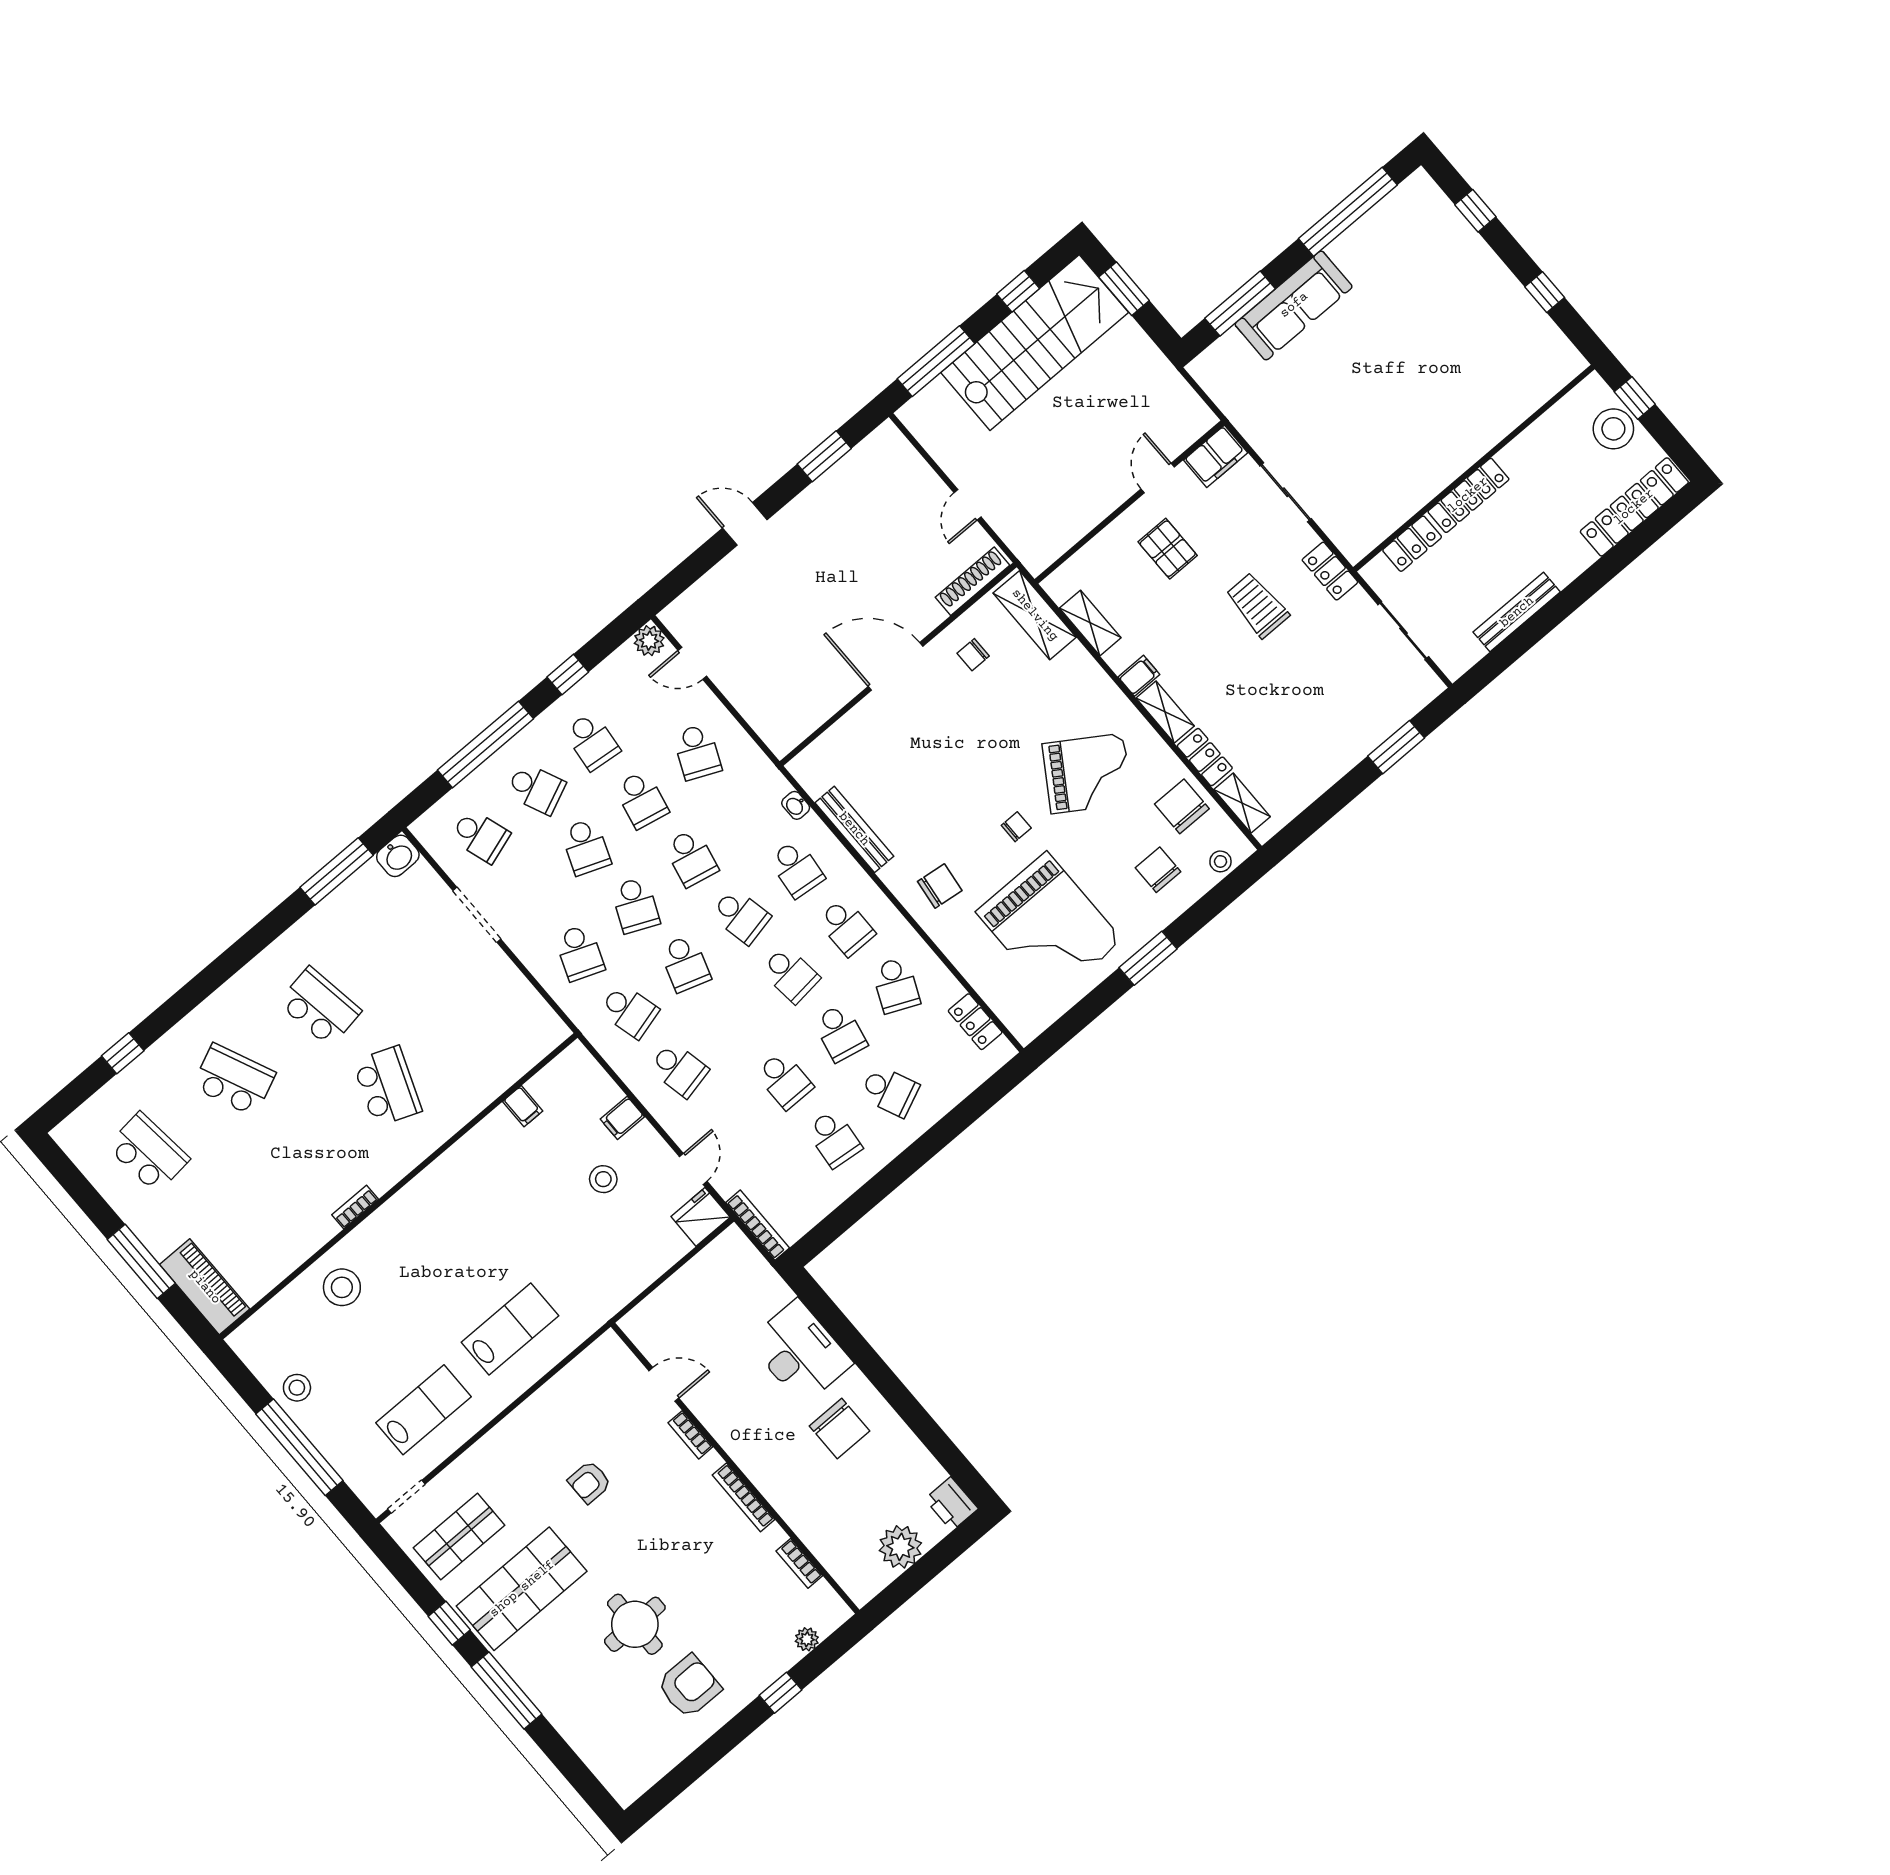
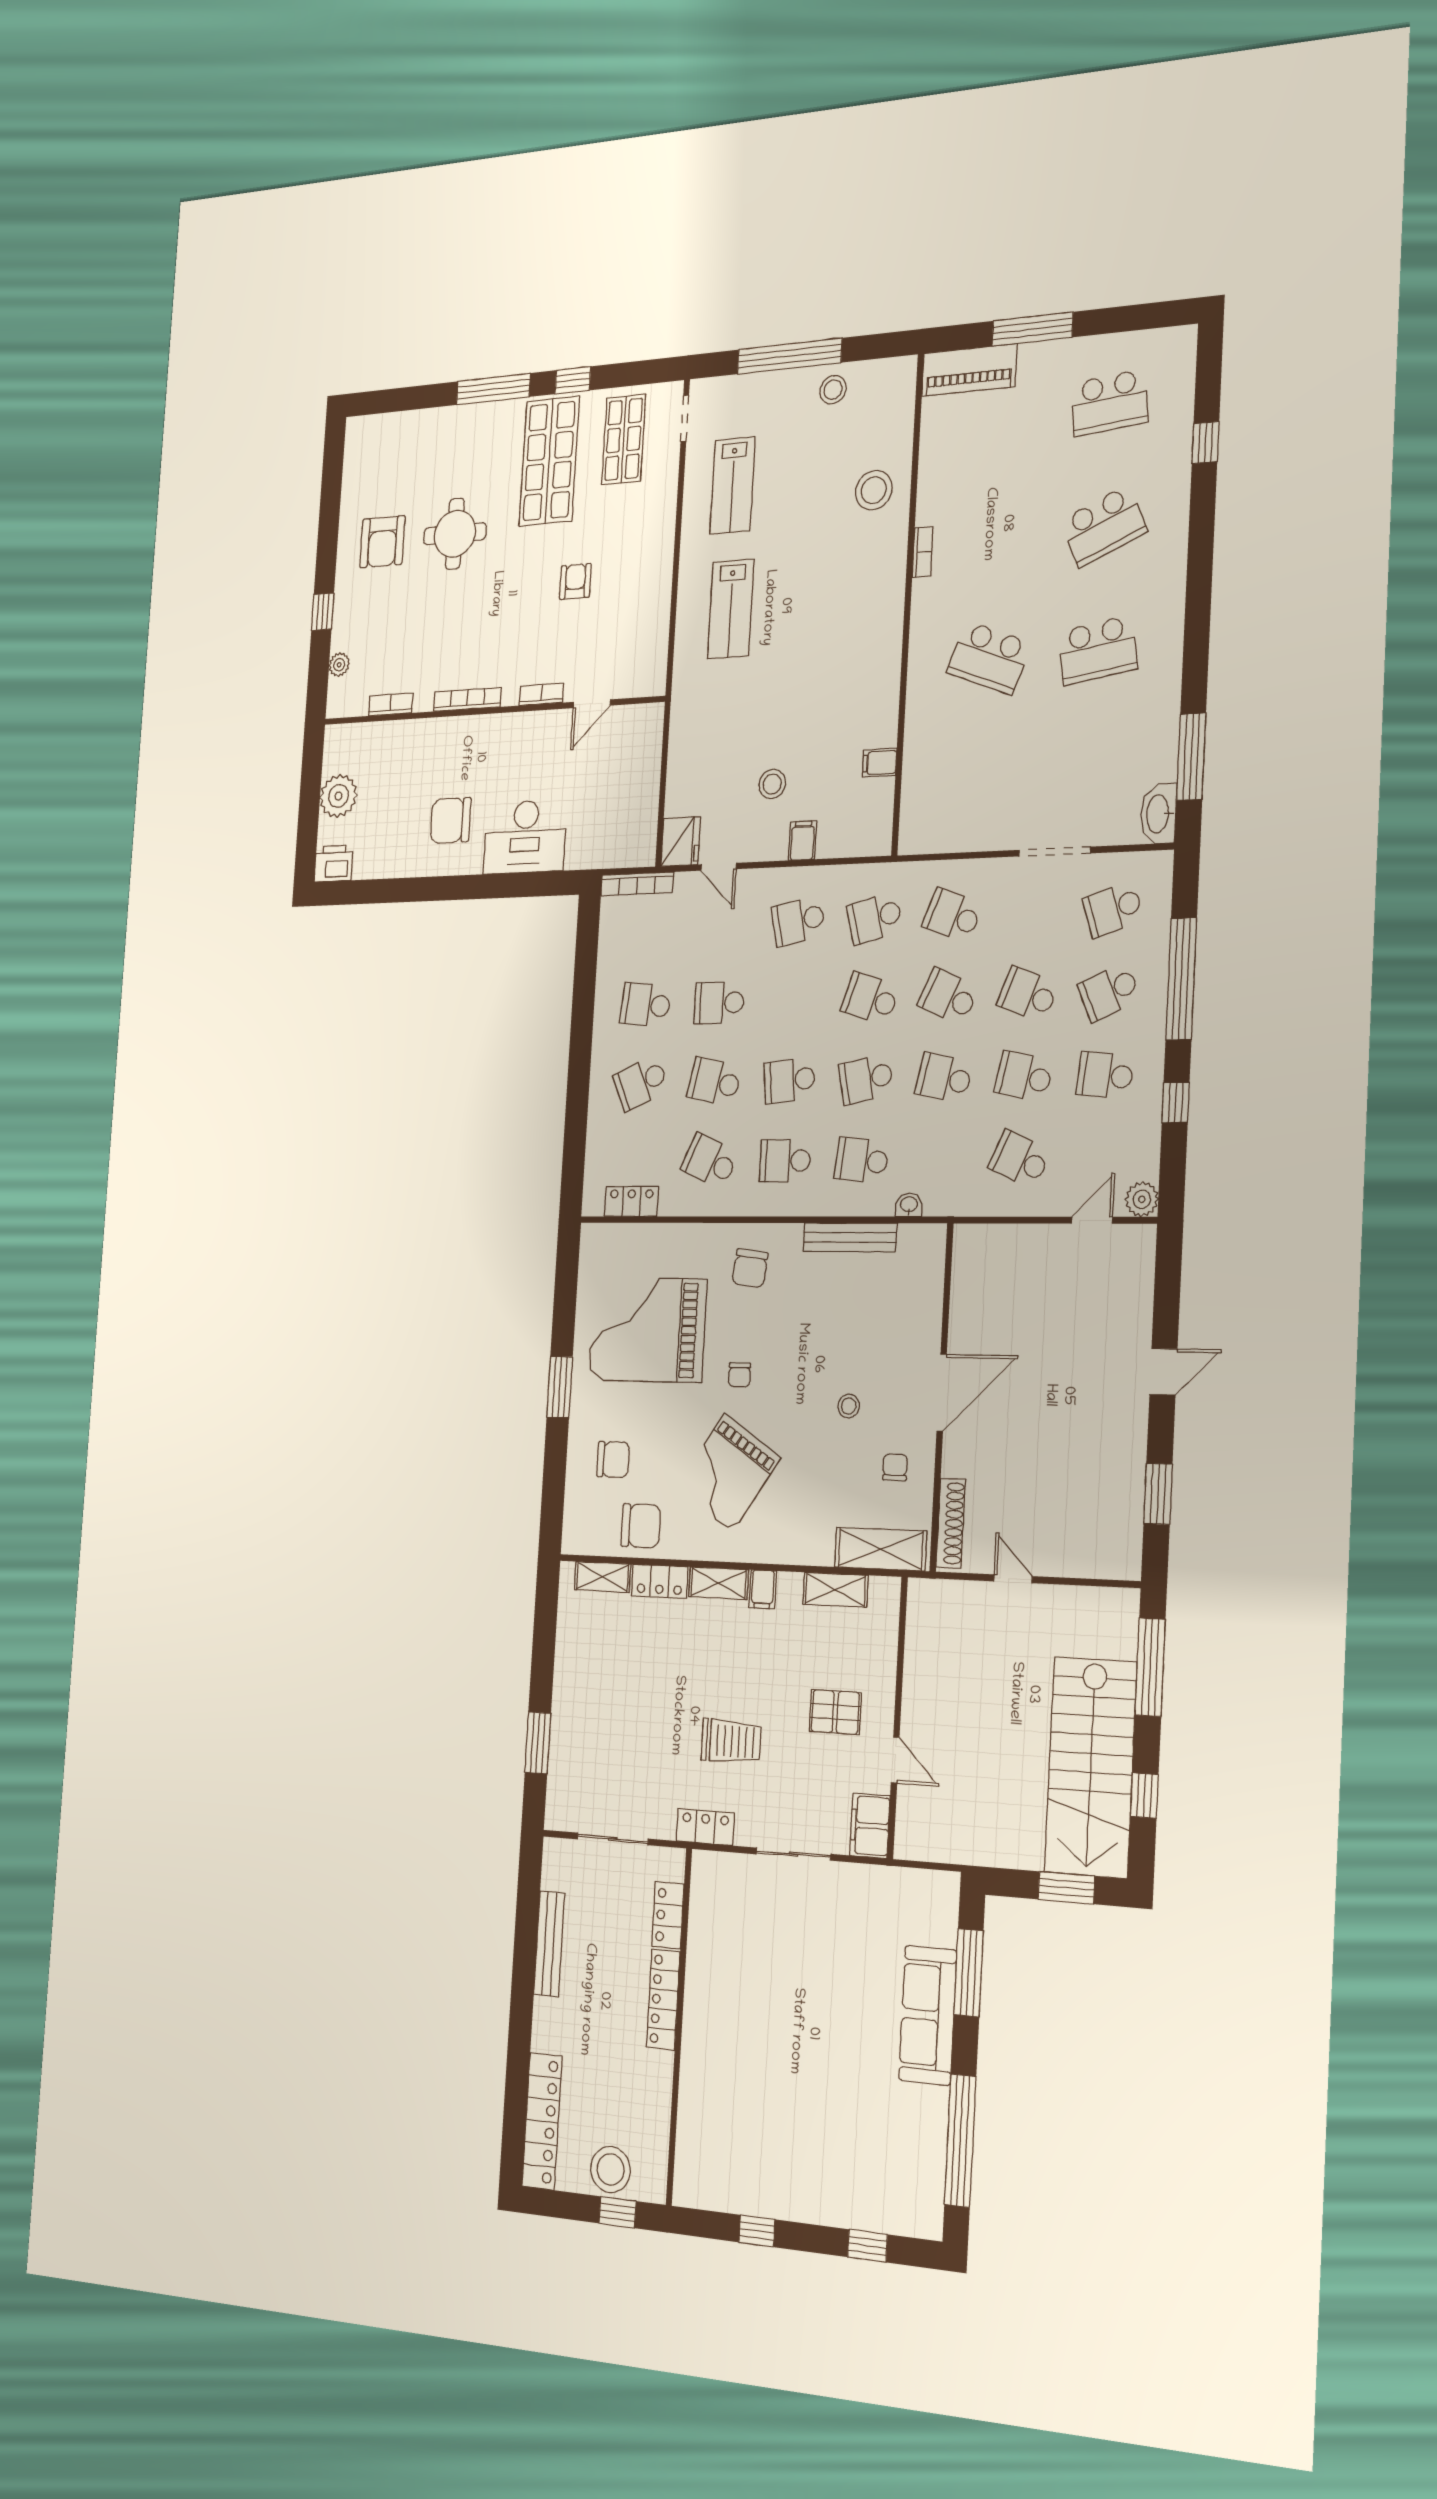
washbasin: (398, 856) -> (1158, 814), width x1.38
stool: (1220, 861) -> (849, 1406), moved

